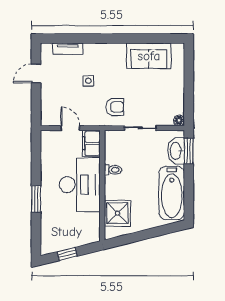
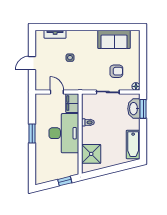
door: (36, 73) -> (32, 63), moved
armchair: (115, 107) -> (116, 71), moved
bathtub: (172, 193) -> (133, 144), width x0.73, depth x0.73
window: (36, 199) -> (32, 133), moved
window: (67, 254) -> (65, 181), moved

